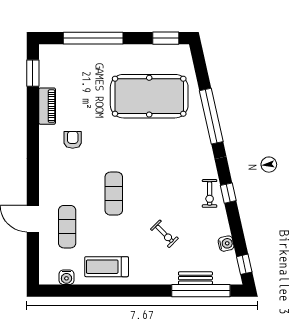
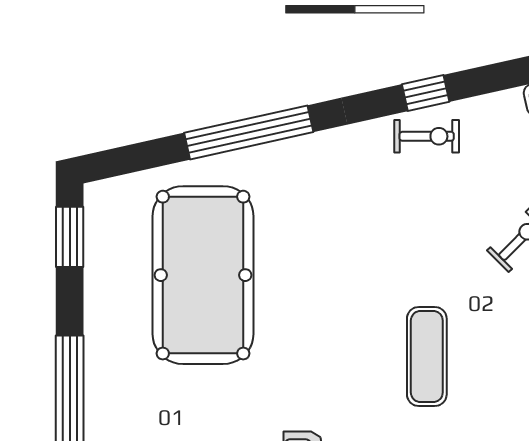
exercise mat: (114, 194) -> (427, 357), turned 90

